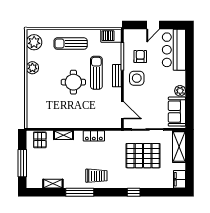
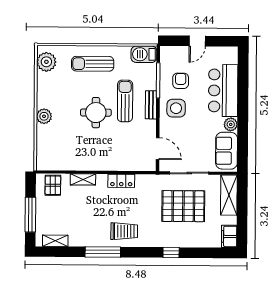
bar counter: (174, 50) -> (223, 91), moved
plant: (32, 68) -> (44, 116), moved
shelving: (53, 184) -> (55, 241), moved

